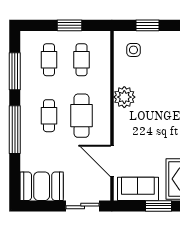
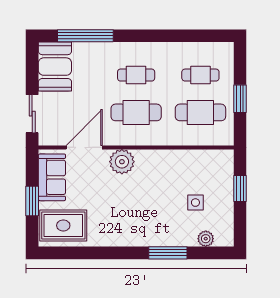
side table: (133, 50) -> (195, 203), moved
cafe table: (82, 60) -> (200, 112), width x1.37, depth x1.35
window: (15, 71) -> (187, 36), removed
plant: (124, 97) -> (122, 162), moved
window: (15, 130) -> (85, 36), moved

